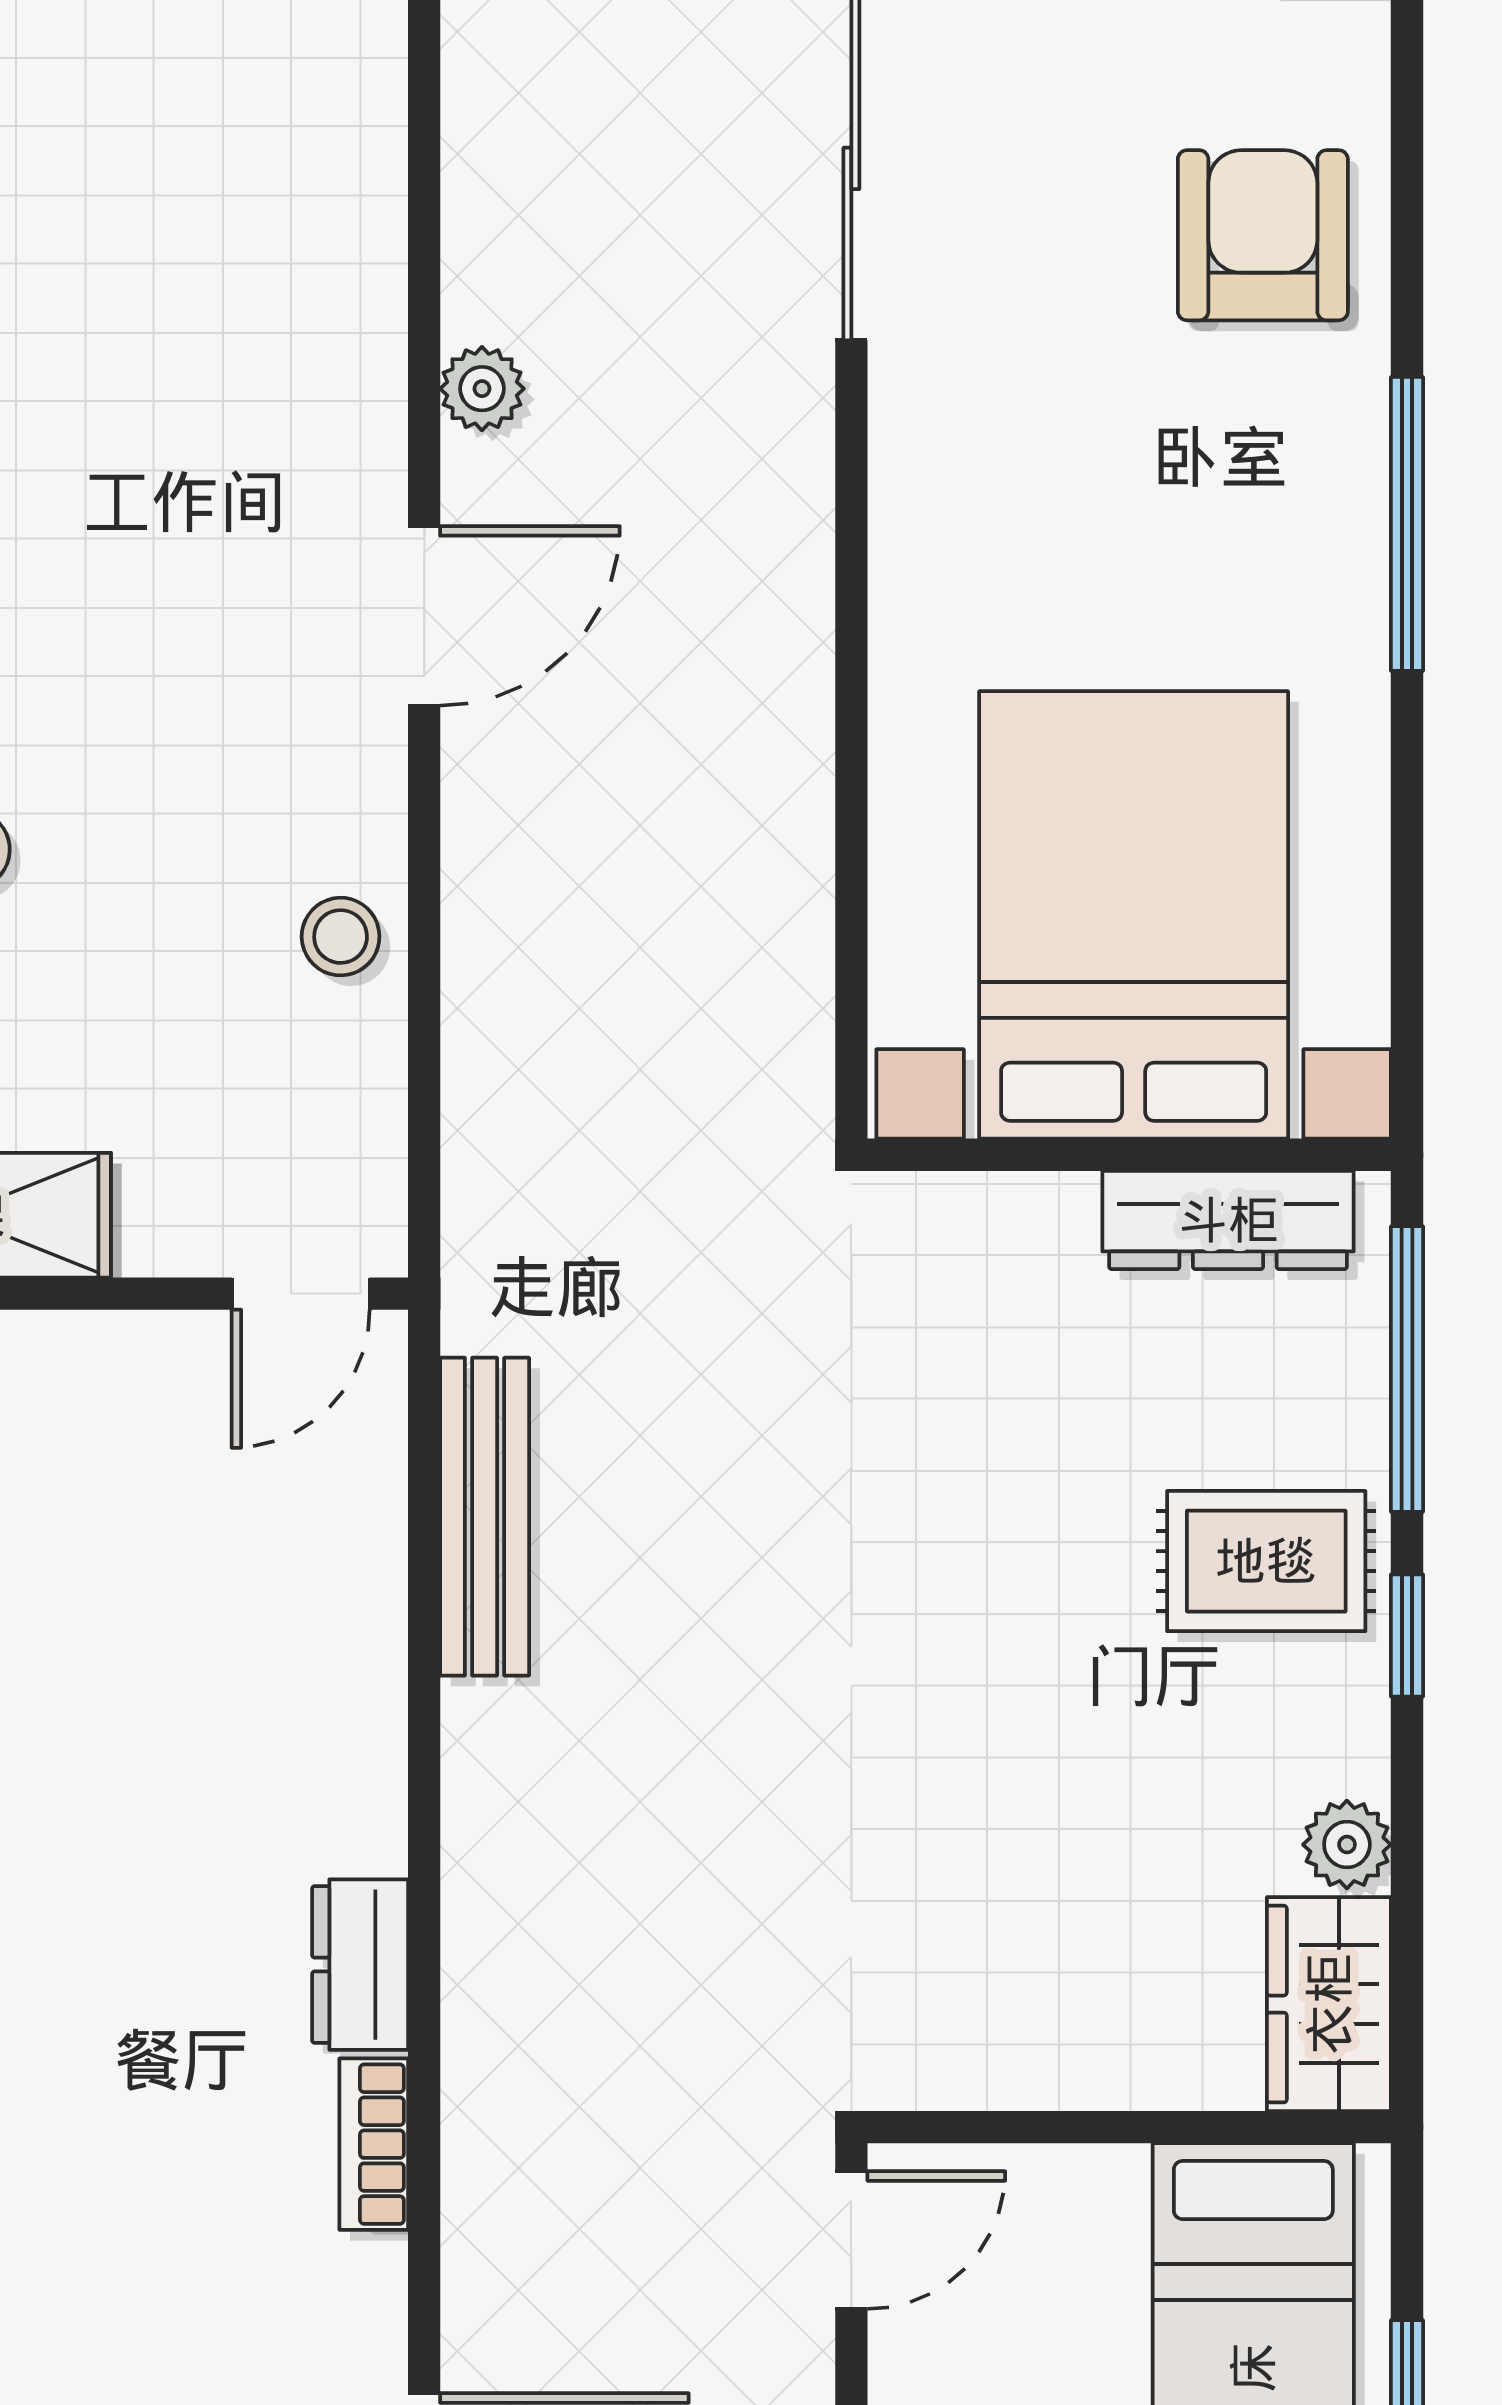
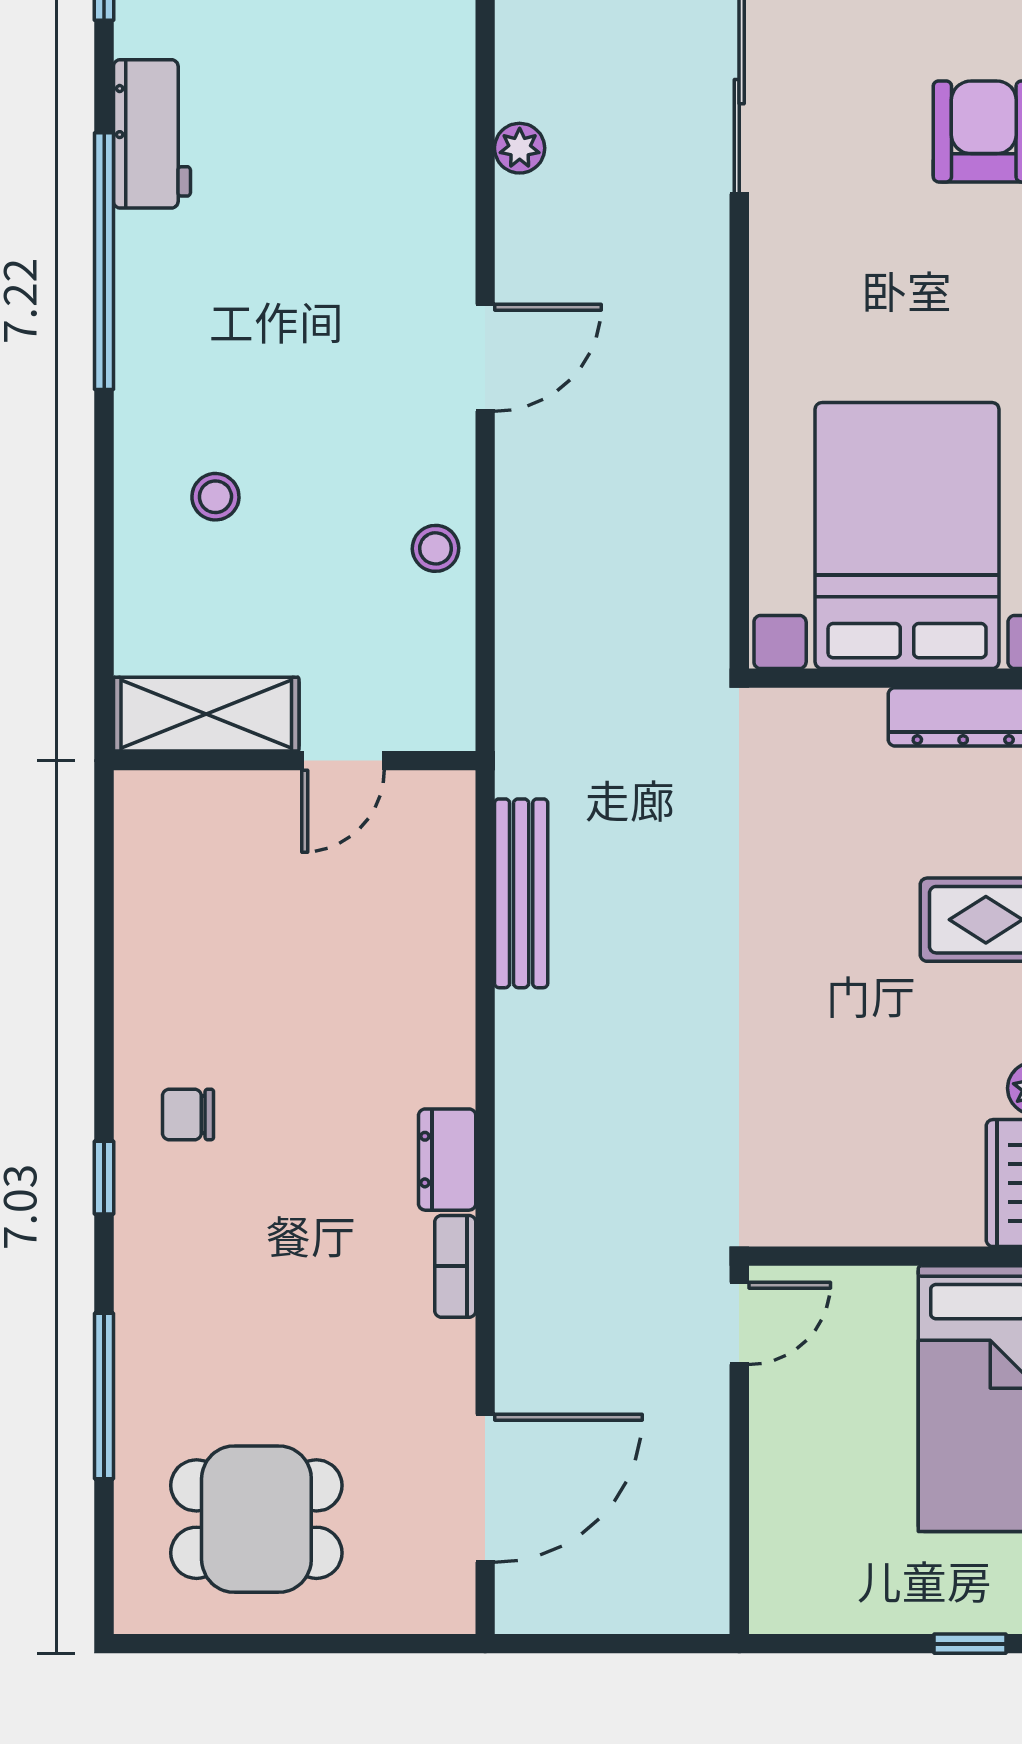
plant: (482, 389) -> (520, 148), moved
door: (301, 1294) -> (343, 761), moved

